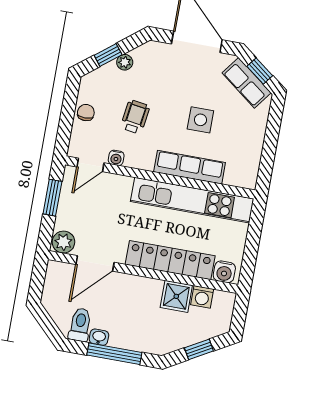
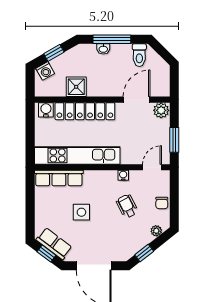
window: (108, 55) -> (144, 253), moved
plant: (125, 62) -> (156, 231), moved
wheelchair: (135, 117) -> (127, 206), turned 145
water cooler: (116, 158) -> (123, 175), moved
row of seats: (190, 167) -> (59, 178), moved
washing machine: (202, 297) -> (45, 71), moved, turned 150
washbasin: (99, 337) -> (103, 49), moved

